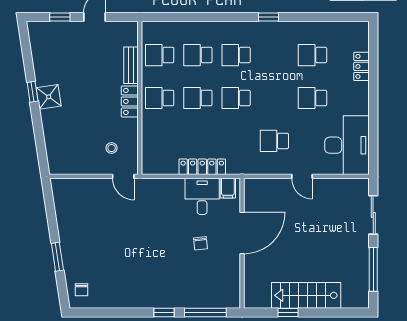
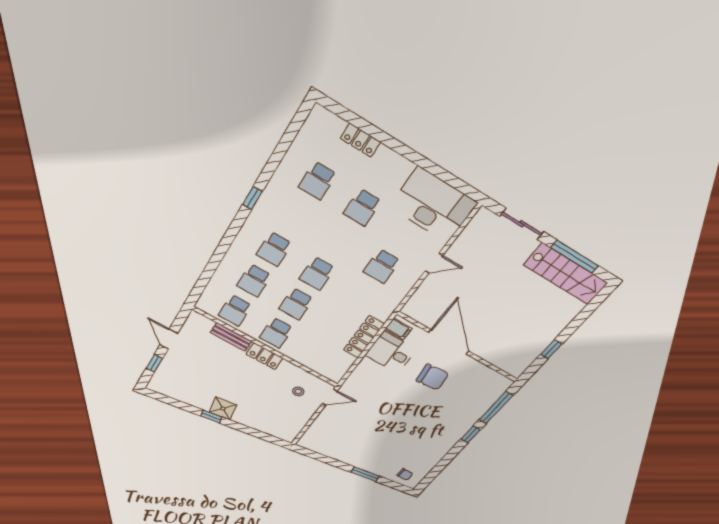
chair: (200, 243) -> (432, 377), width x1.87, depth x1.87
stairs: (306, 295) -> (566, 274), moved, turned -90

